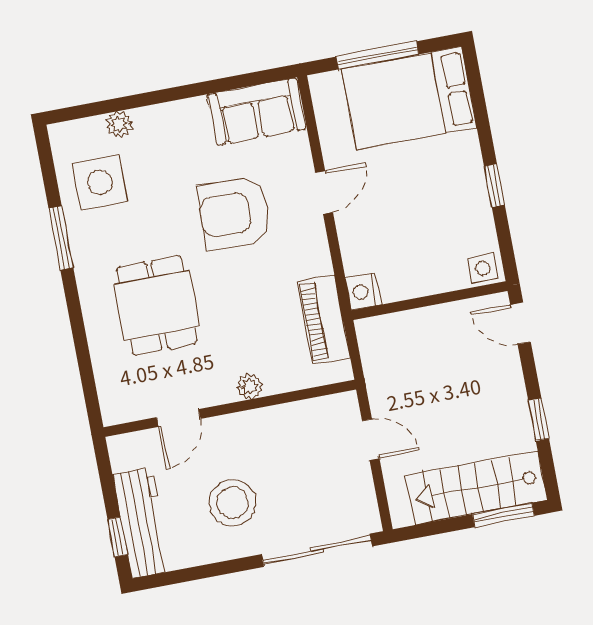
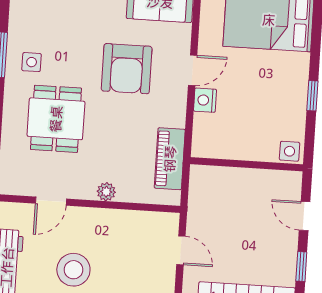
side table: (100, 182) -> (32, 62), moved, width x0.54, depth x0.54
armchair: (235, 213) -> (127, 69), turned -92
nightstand: (363, 292) -> (205, 100), moved
door: (520, 323) -> (305, 216), moved

